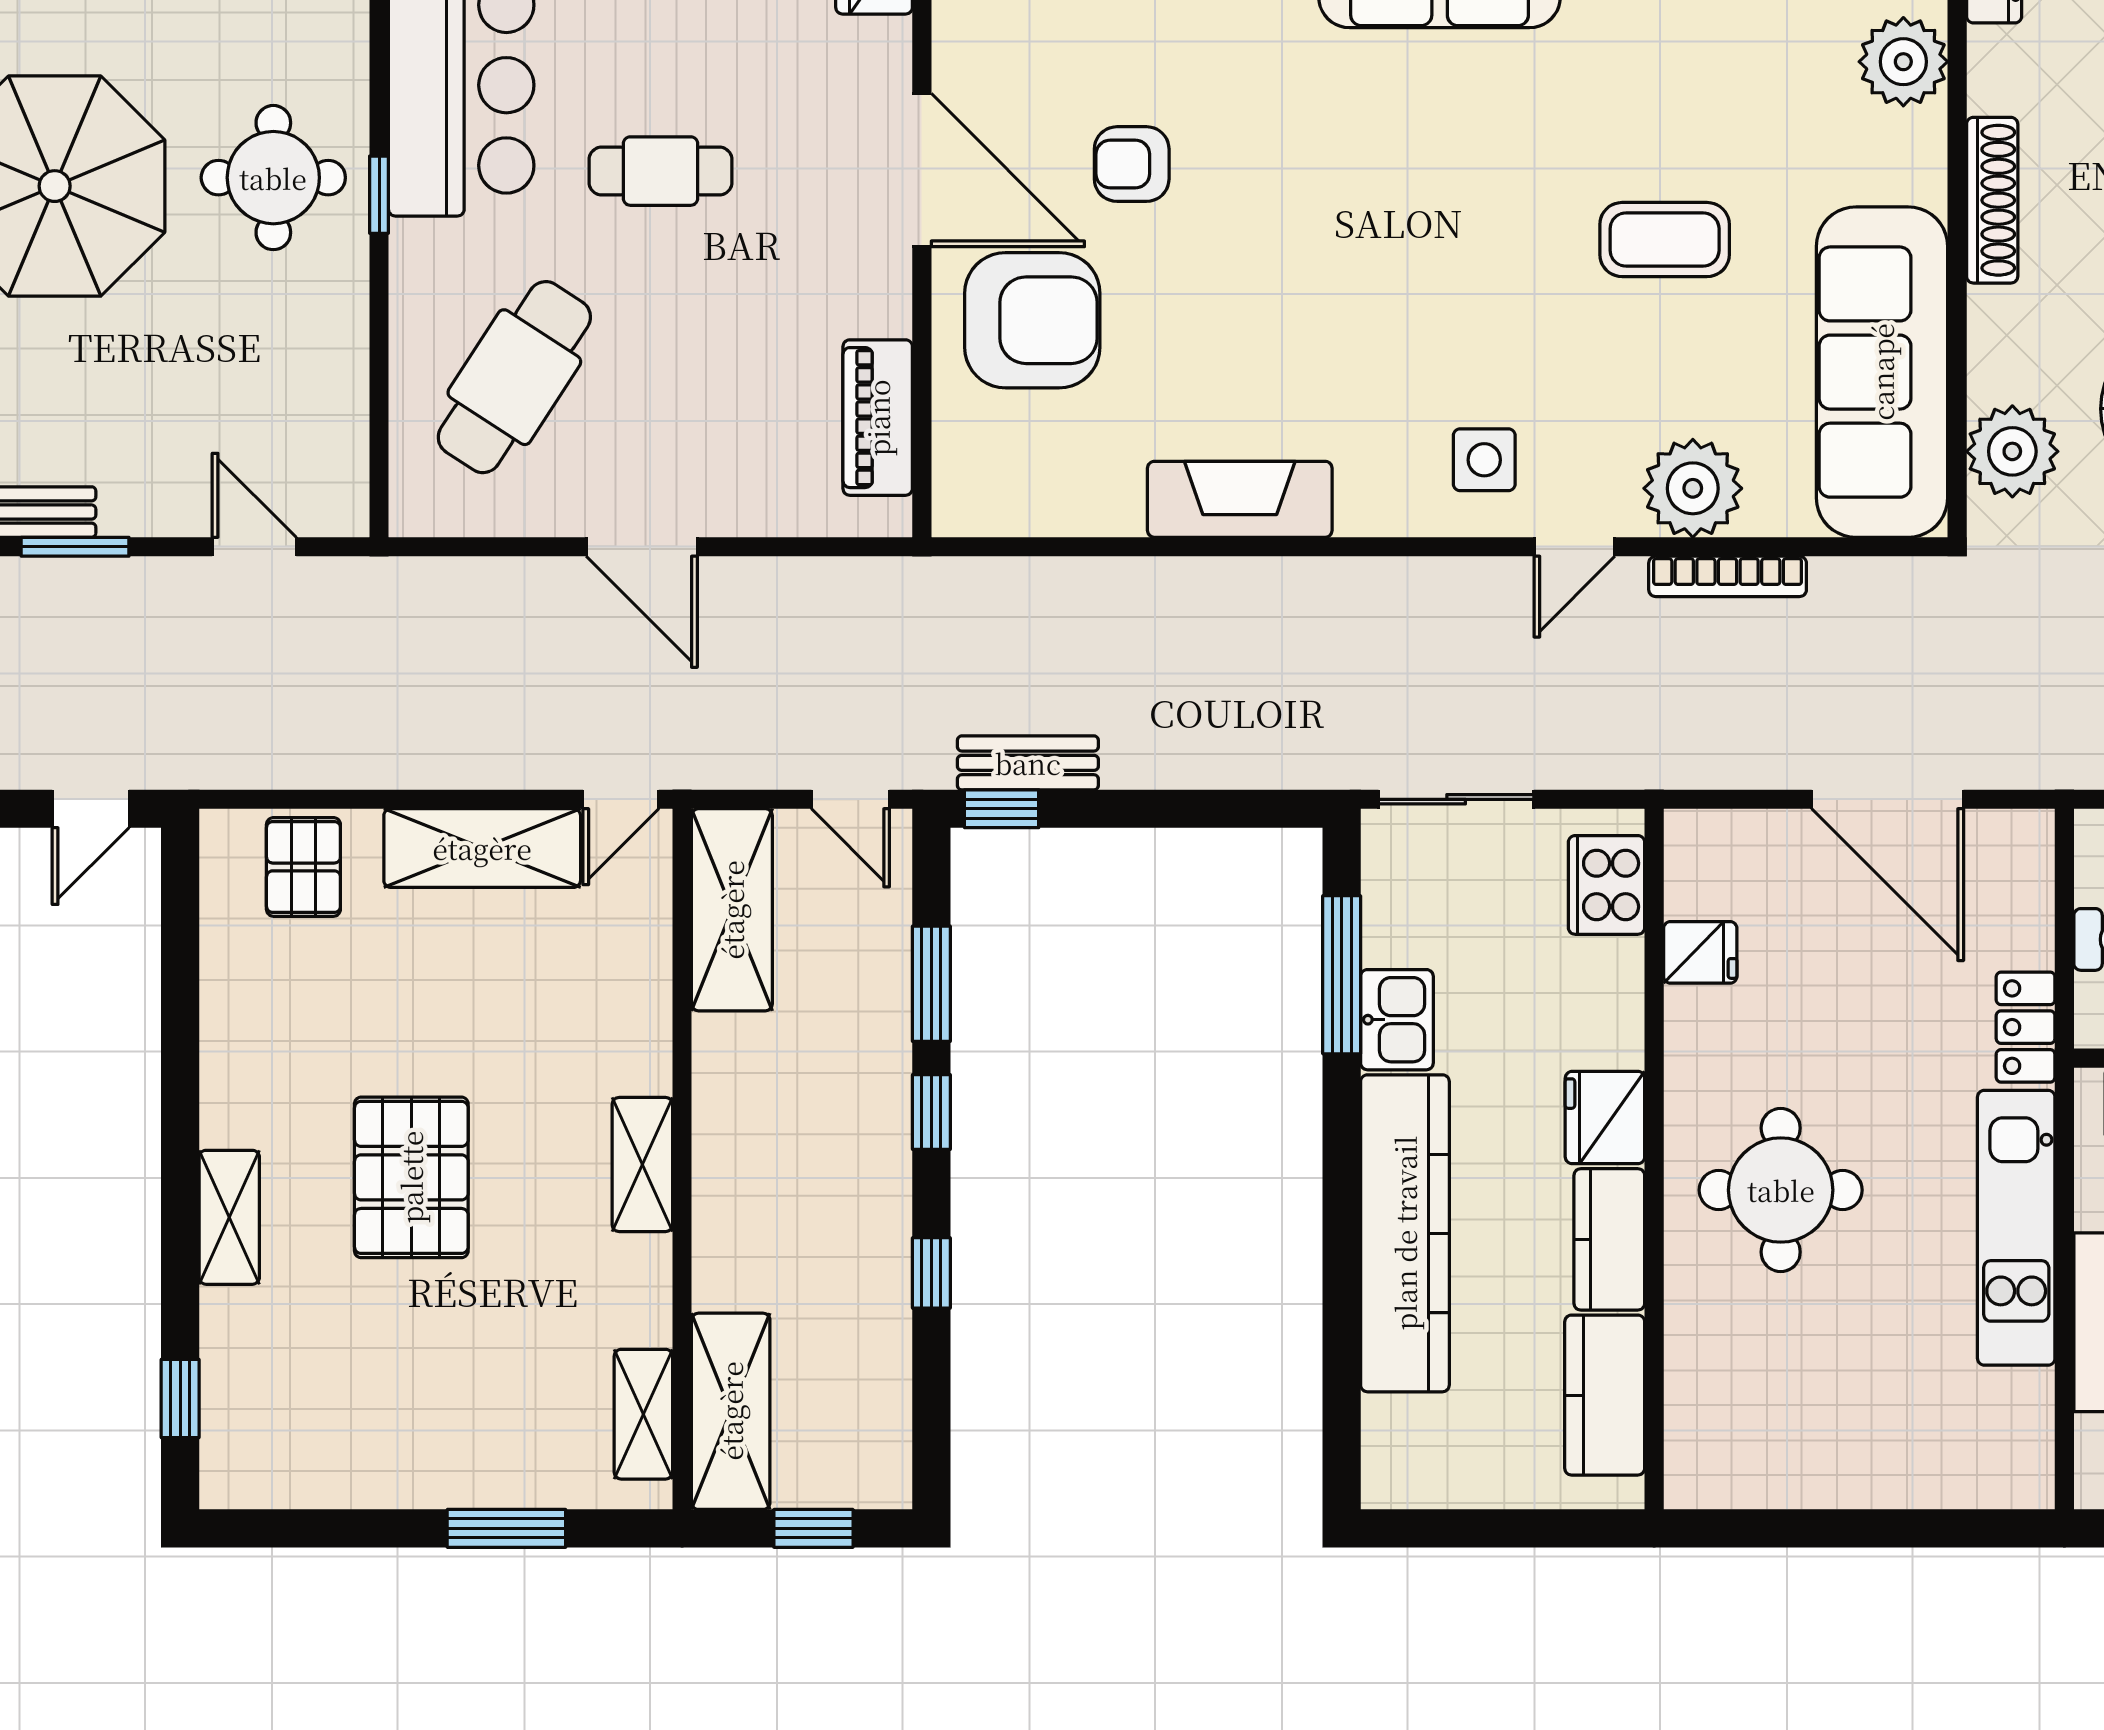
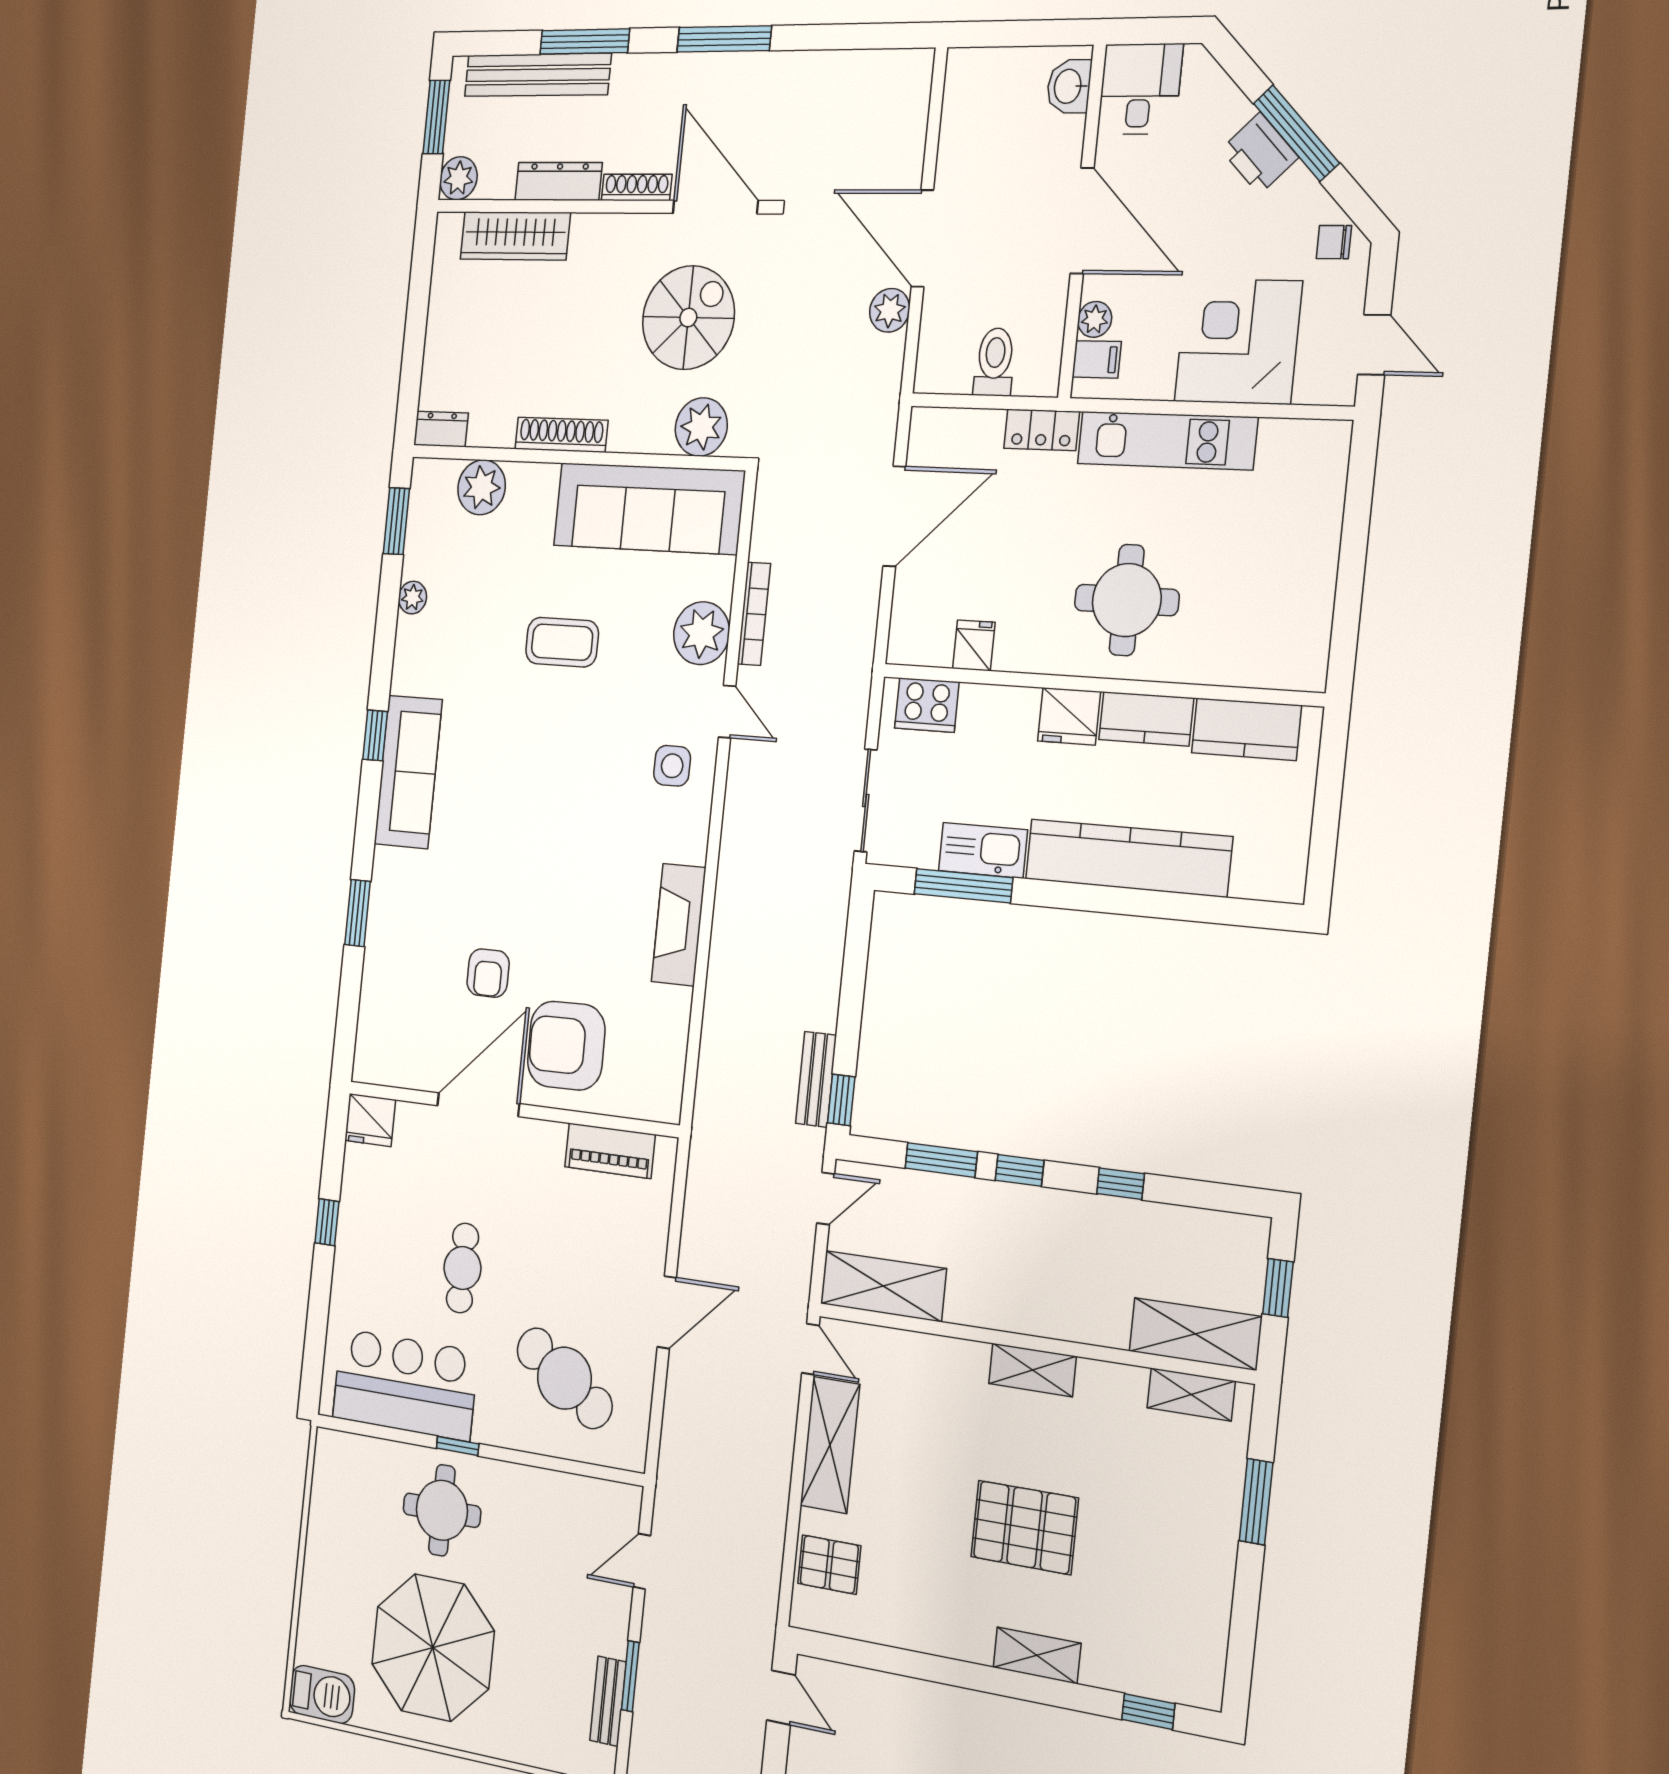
coffee table: (1665, 240) -> (562, 642), turned 90
armchair: (1032, 320) -> (566, 1046), turned -91
kitchen sink: (1397, 1020) -> (983, 850), width x1.38

